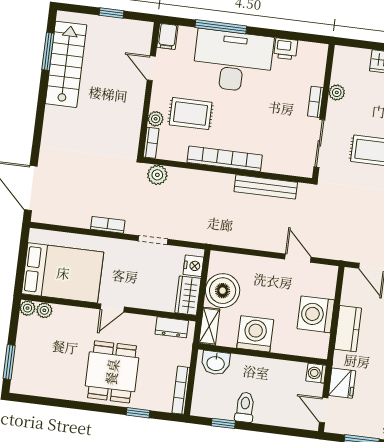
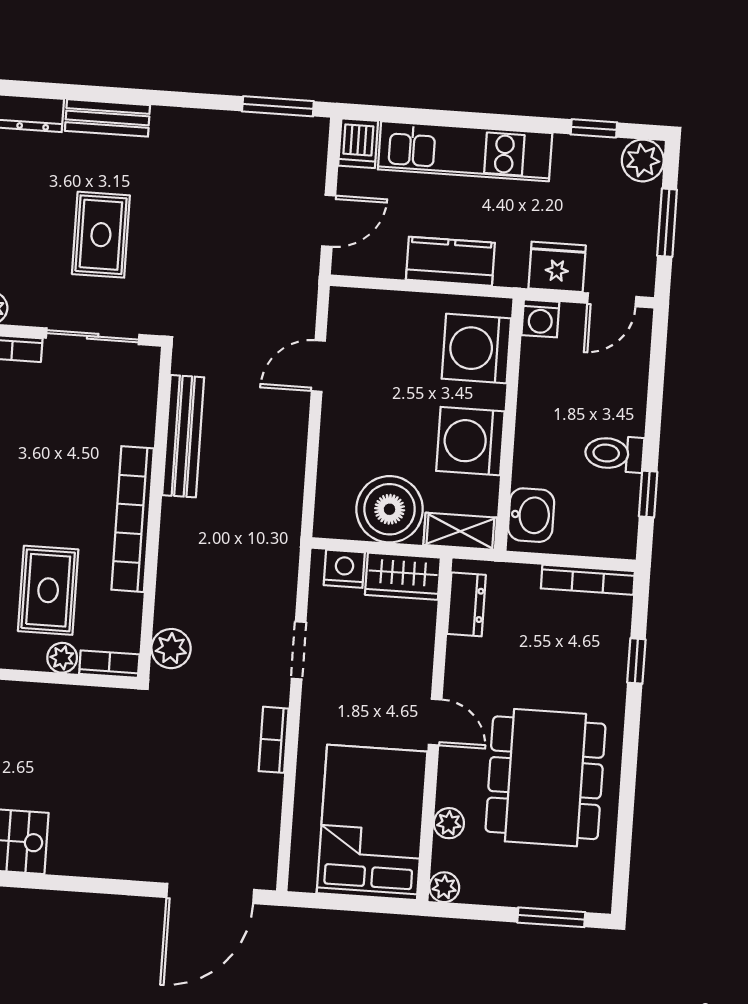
plant: (44, 310) -> (449, 823), moved
washing machine: (316, 314) -> (476, 349), moved, turned 90
dining table: (112, 372) -> (545, 778), moved, width x1.38

